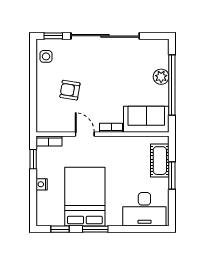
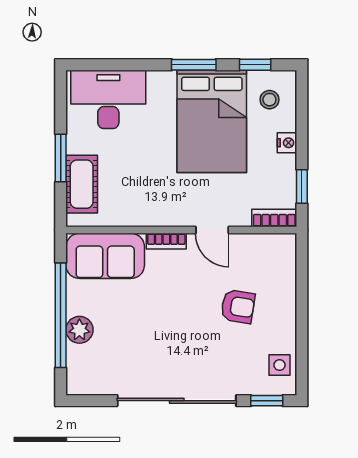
stool: (52, 209) -> (269, 100), added

